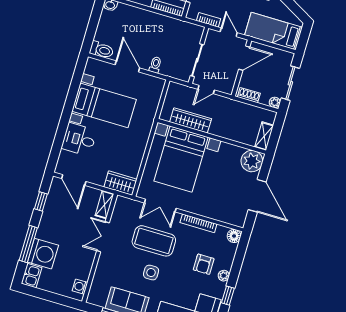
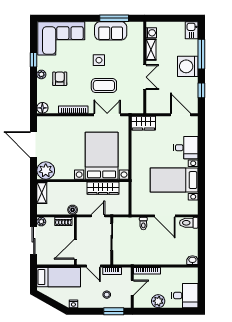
boiler: (234, 106) -> (73, 210), added
shelving: (104, 205) -> (151, 50), moved
coffee table: (154, 241) -> (104, 86), width x0.73, depth x0.76
washing machine: (43, 254) -> (188, 66), moved

